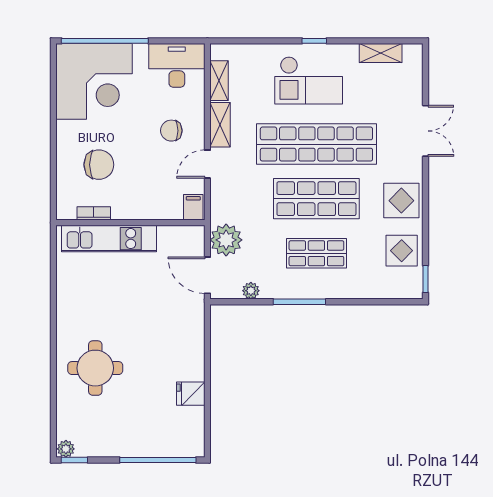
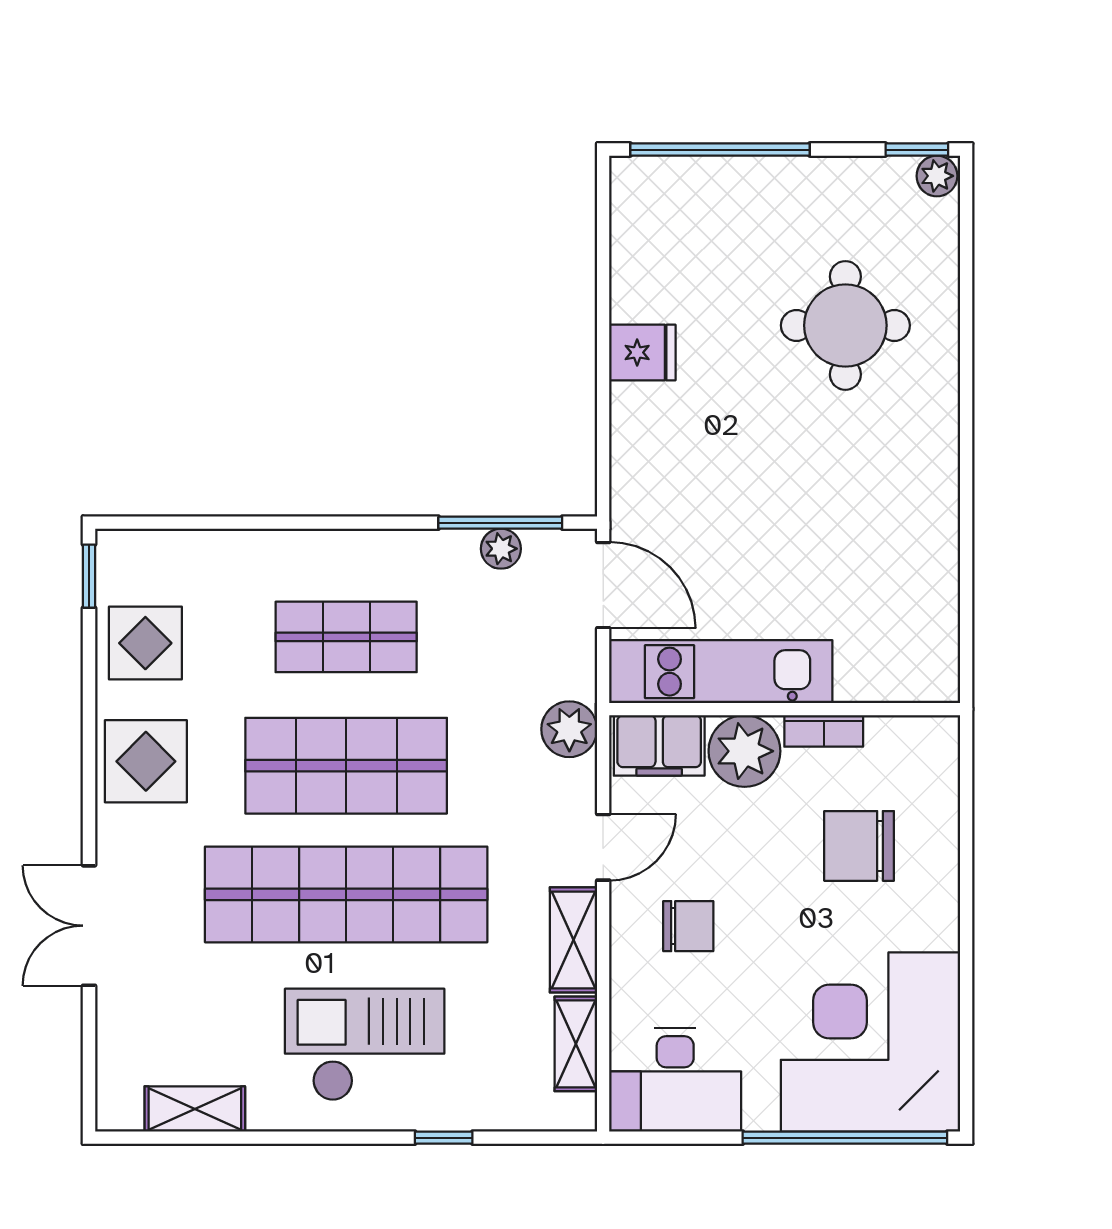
window: (314, 41) -> (444, 1138), moved
plant: (147, 205) -> (744, 751), added
filing cabinet: (193, 207) -> (659, 745), width x2.00
bookcase: (94, 213) -> (824, 731), moved
kitchen unit: (109, 239) -> (721, 672), moved
plant: (226, 240) -> (569, 729), moved, width x0.73, depth x0.73
window: (299, 302) -> (500, 523), moved
round table: (95, 368) -> (845, 325), moved
fridge: (191, 394) -> (642, 352), moved

